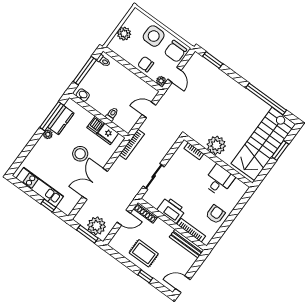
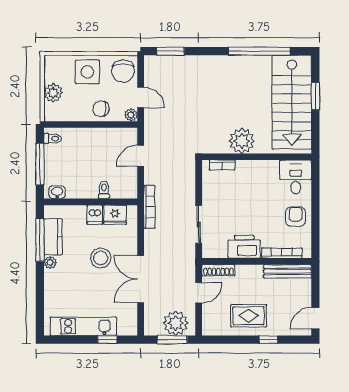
desk: (219, 180) -> (296, 177), moved

